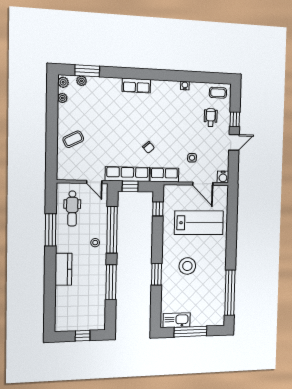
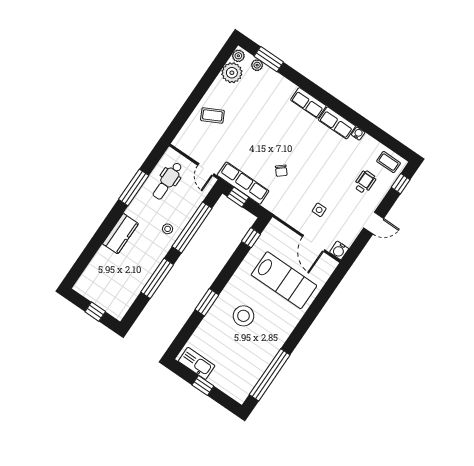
plant: (62, 98) -> (232, 73), width x1.87, depth x1.87
window: (235, 119) -> (401, 184), moved
row of seats: (164, 175) -> (337, 123), moved, turned 180
window: (190, 332) -> (203, 385), width x0.46

